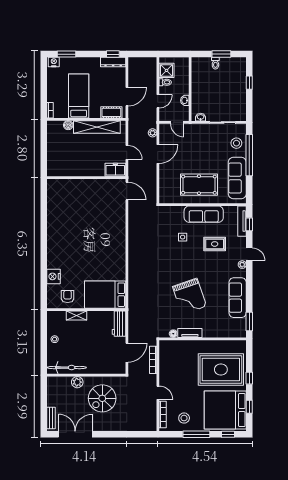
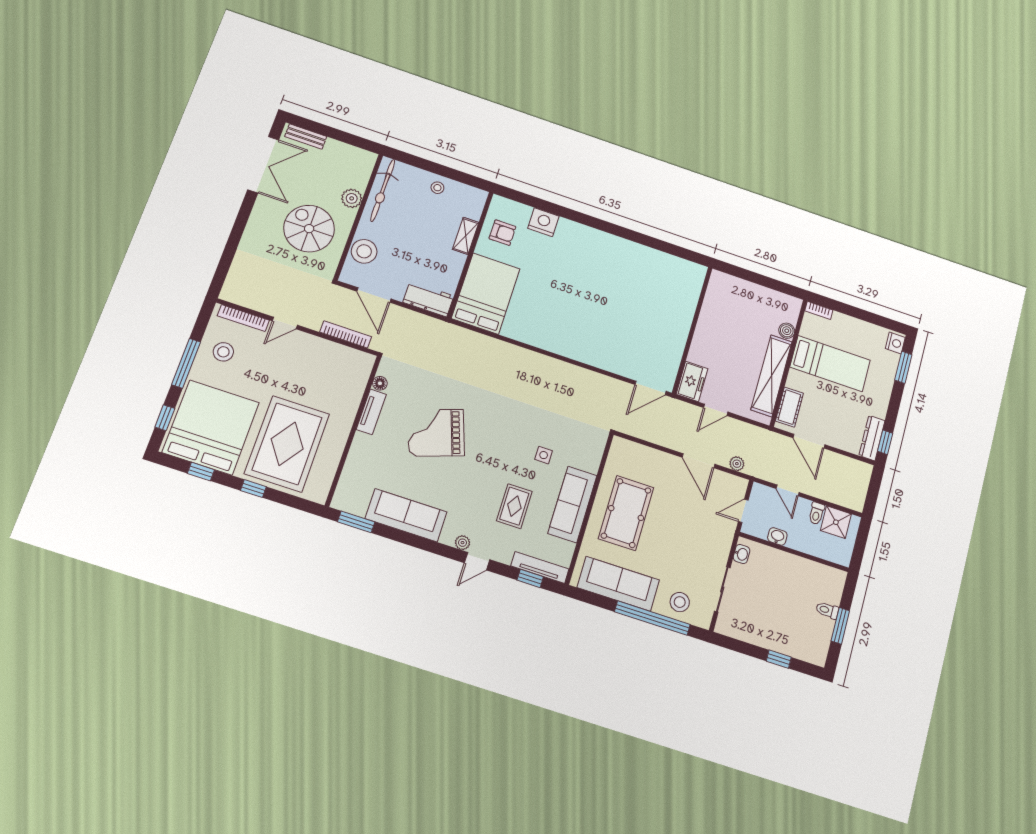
stool: (105, 366) -> (364, 251), added

